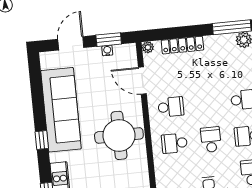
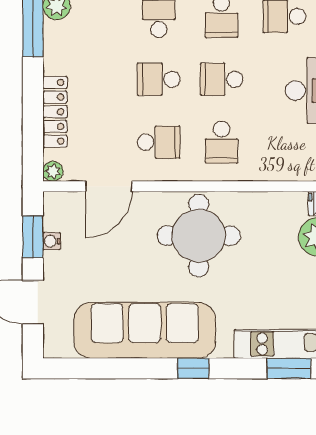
school desk: (207, 103) -> (159, 79), added
school desk: (171, 107) -> (159, 142), turned 90

